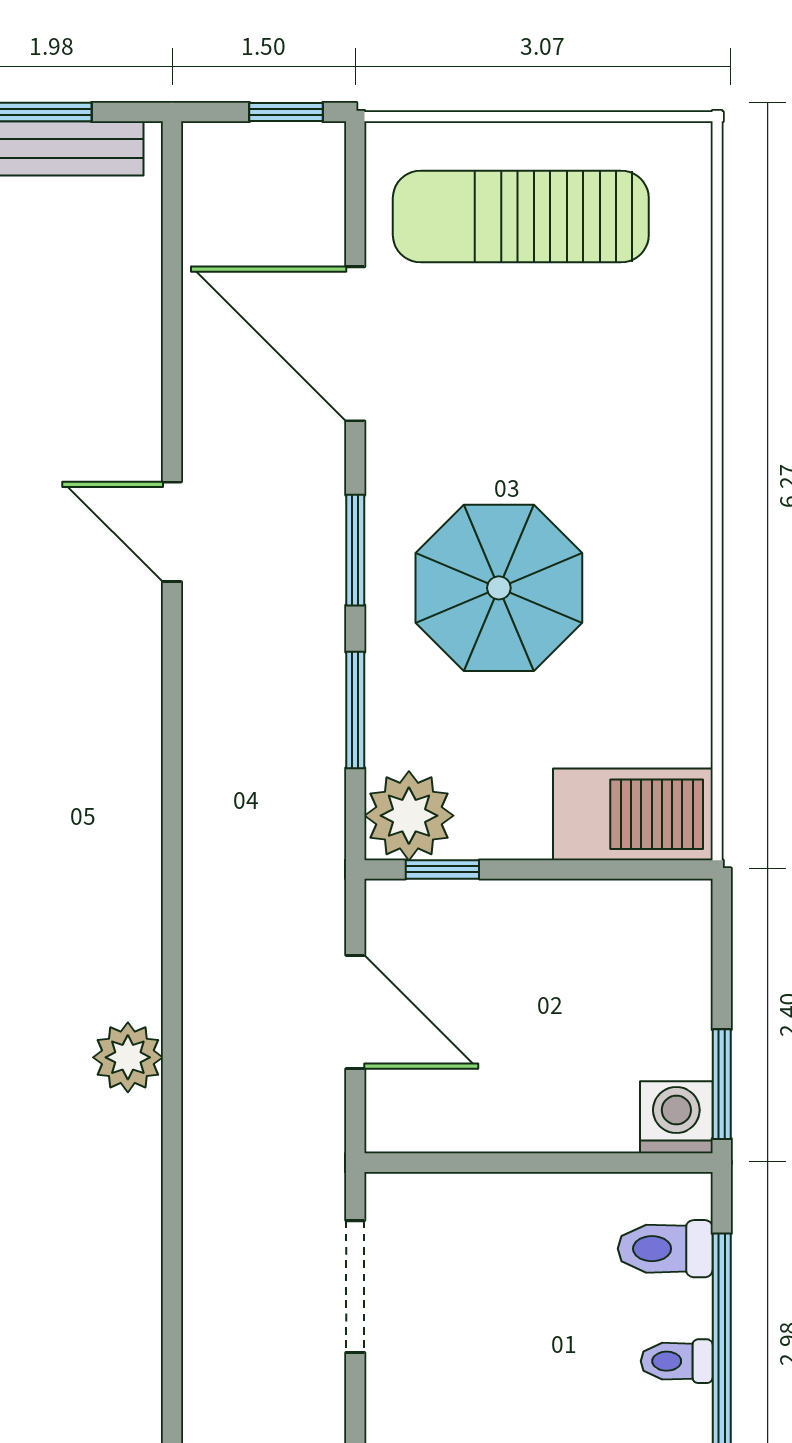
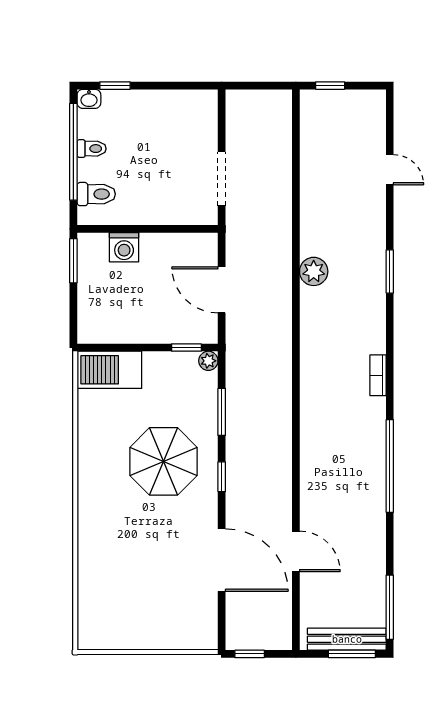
sun lounger: (521, 217) -> (155, 612), removed
door: (172, 532) -> (296, 551), moved
window: (355, 550) -> (222, 477), width x0.67
plant: (409, 816) -> (208, 361), width x0.53, depth x0.53
washing machine: (676, 1117) -> (124, 247), moved

